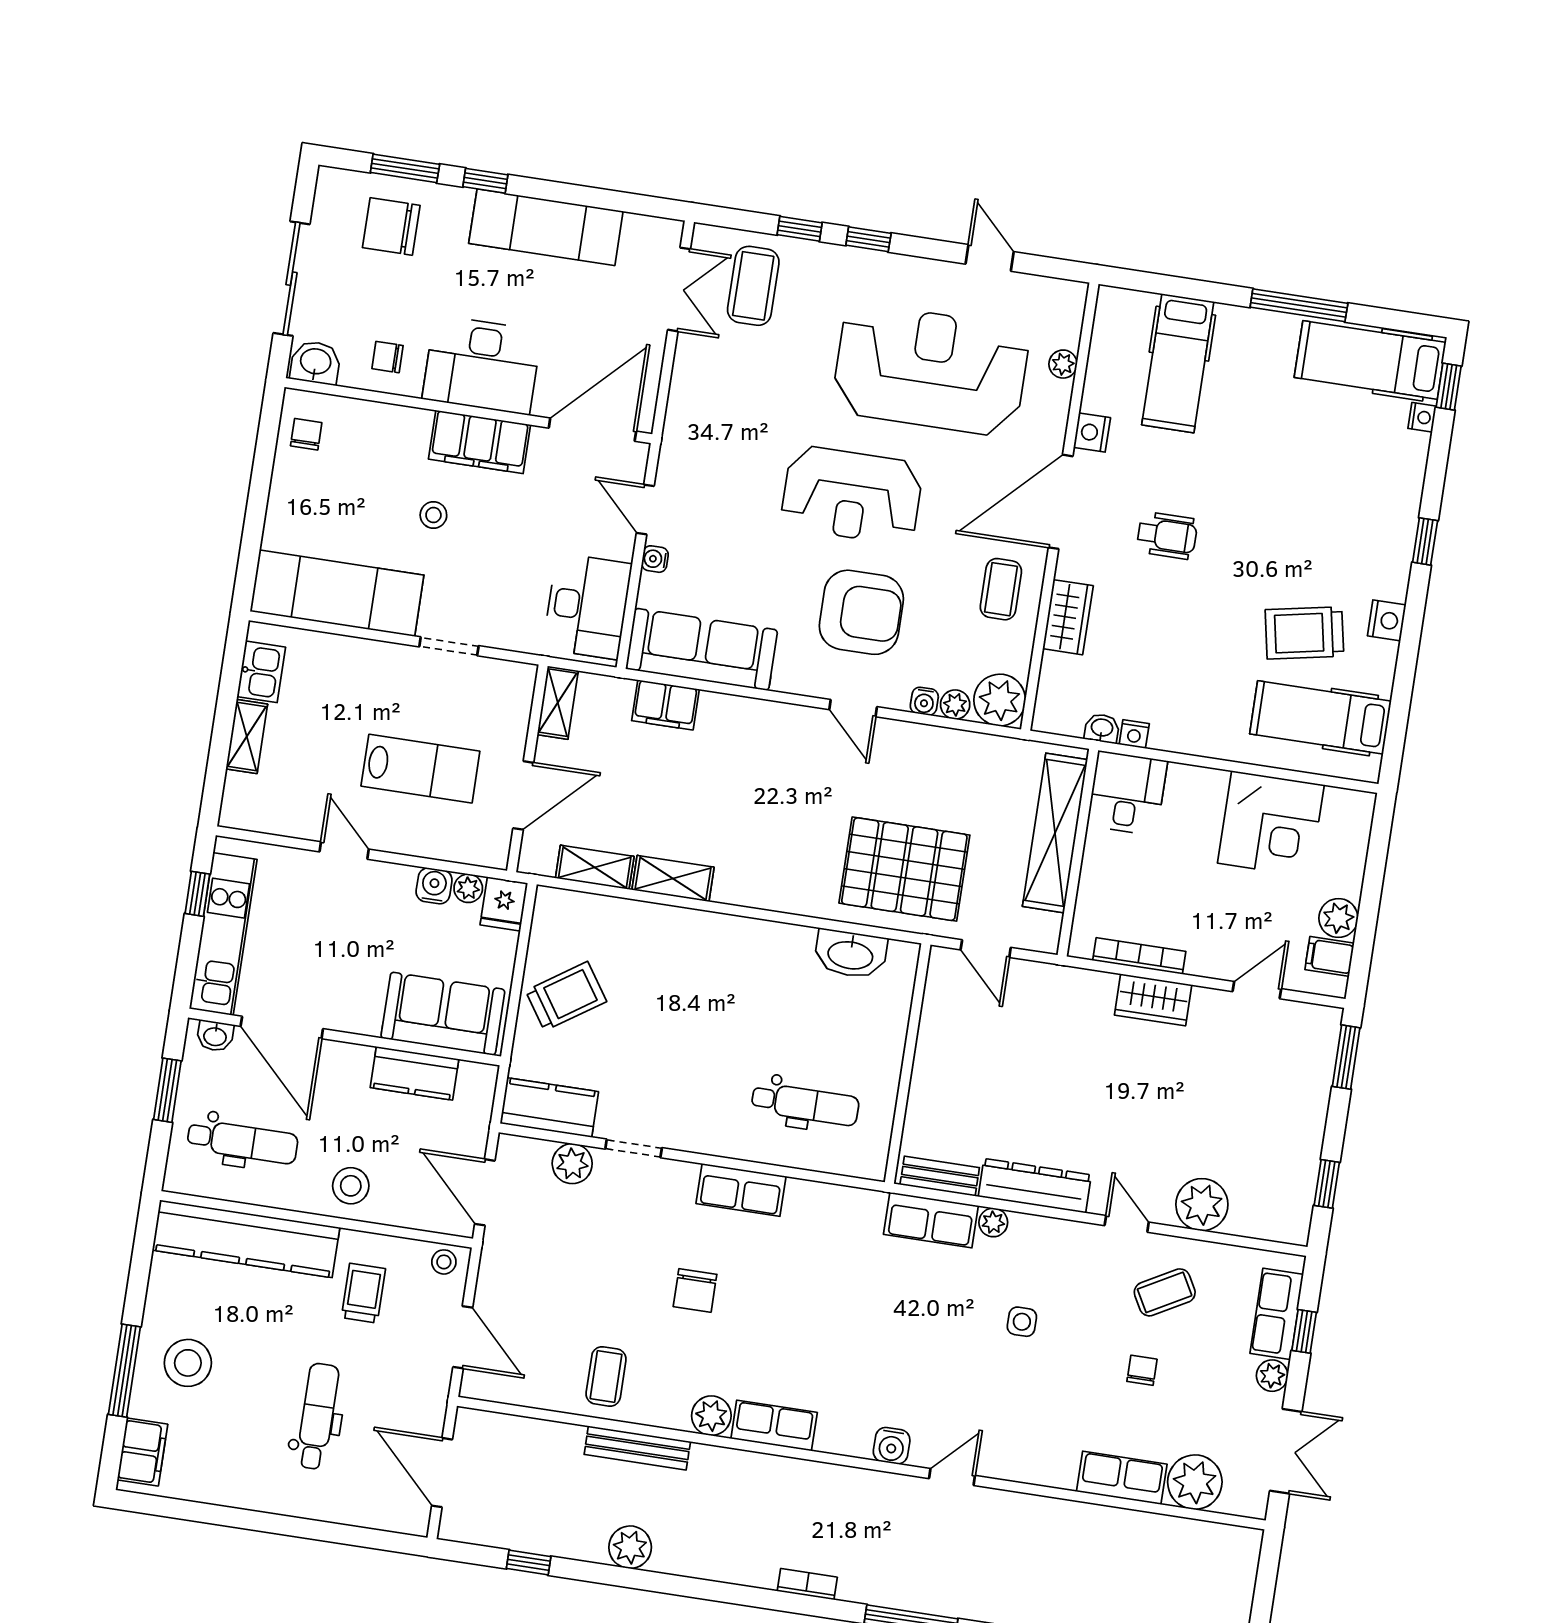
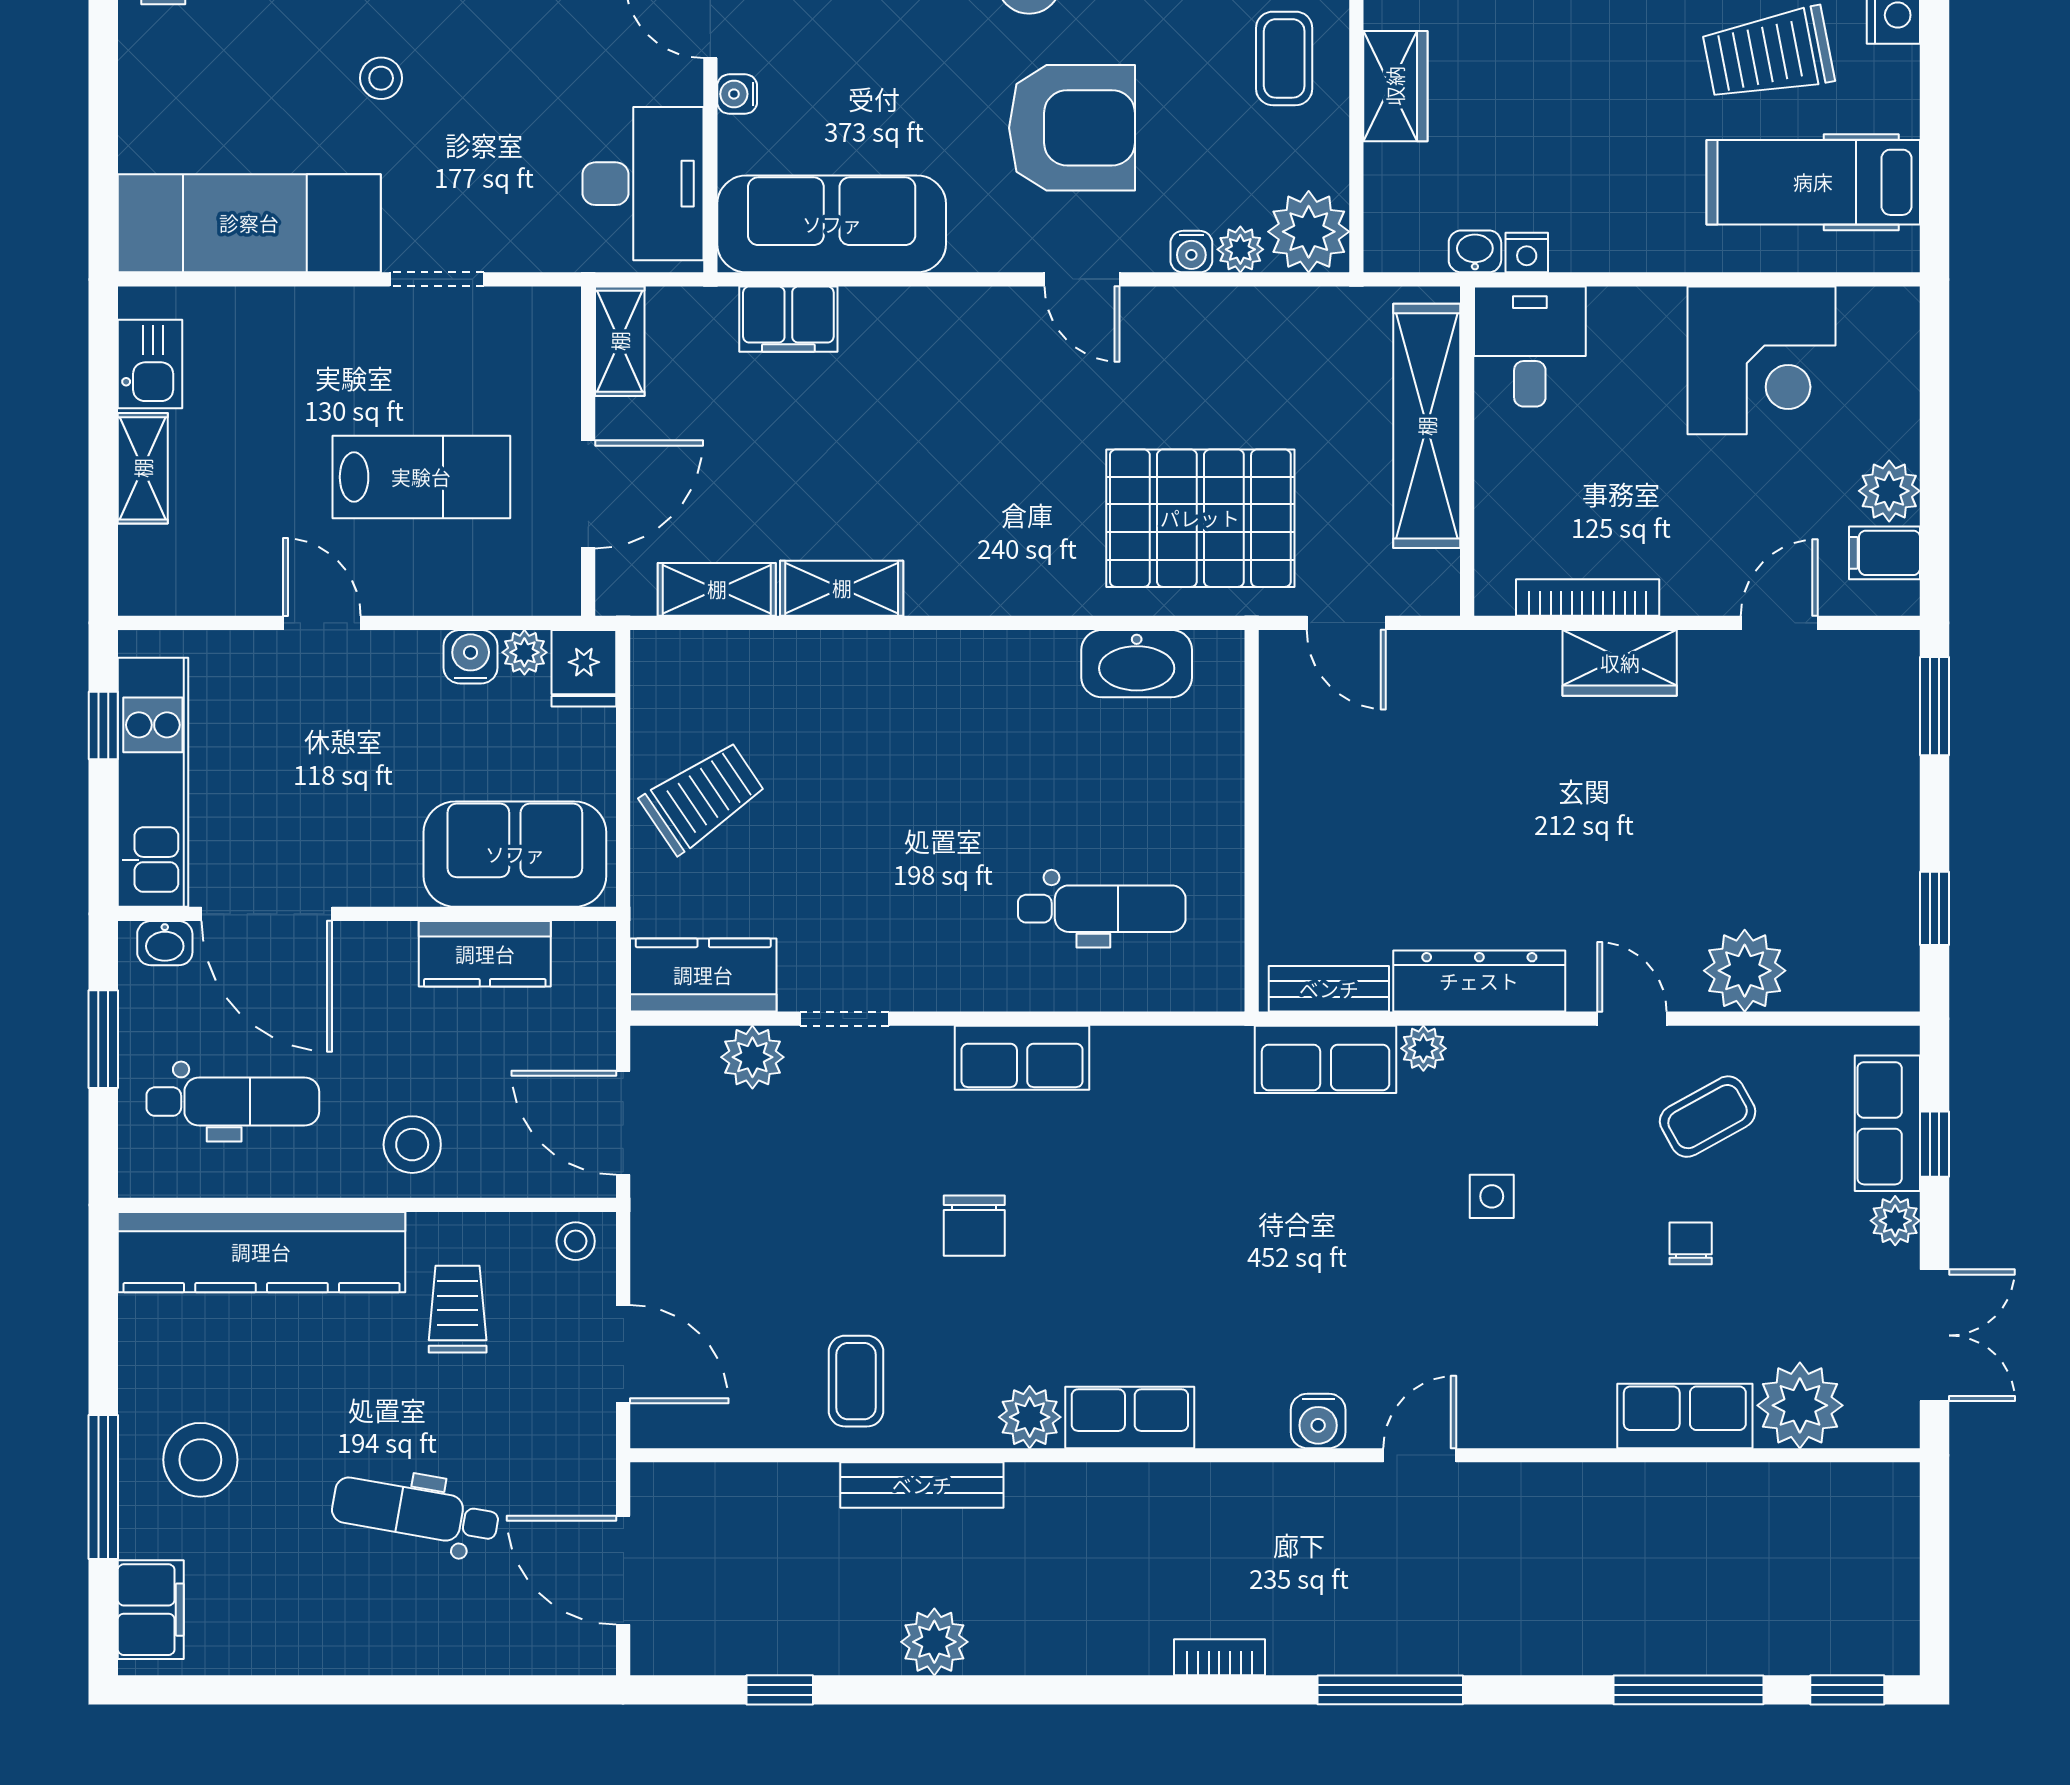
dental chair: (317, 1416) -> (415, 1512), turned -80

